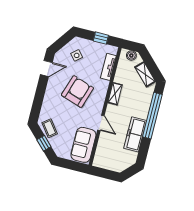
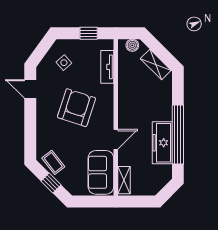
door: (46, 69) -> (30, 89), swing flipped
shelving: (115, 94) -> (124, 180), moved
window: (152, 116) -> (178, 134), moved
door: (101, 123) -> (116, 139), hinge flipped

